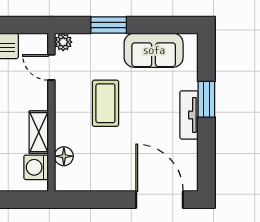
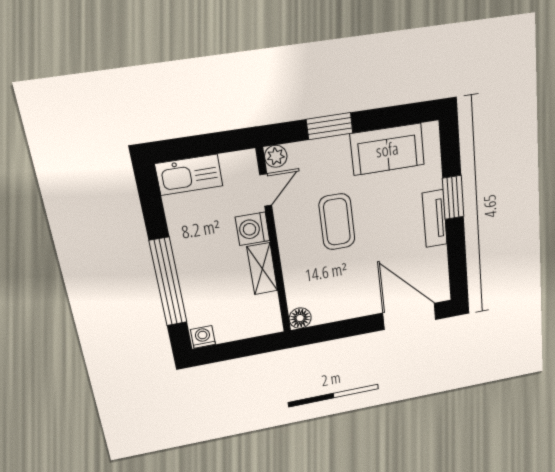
door: (51, 67) -> (266, 190), swing flipped
floor lamp: (64, 156) -> (300, 318), moved
washing machine: (36, 167) -> (252, 229), moved

